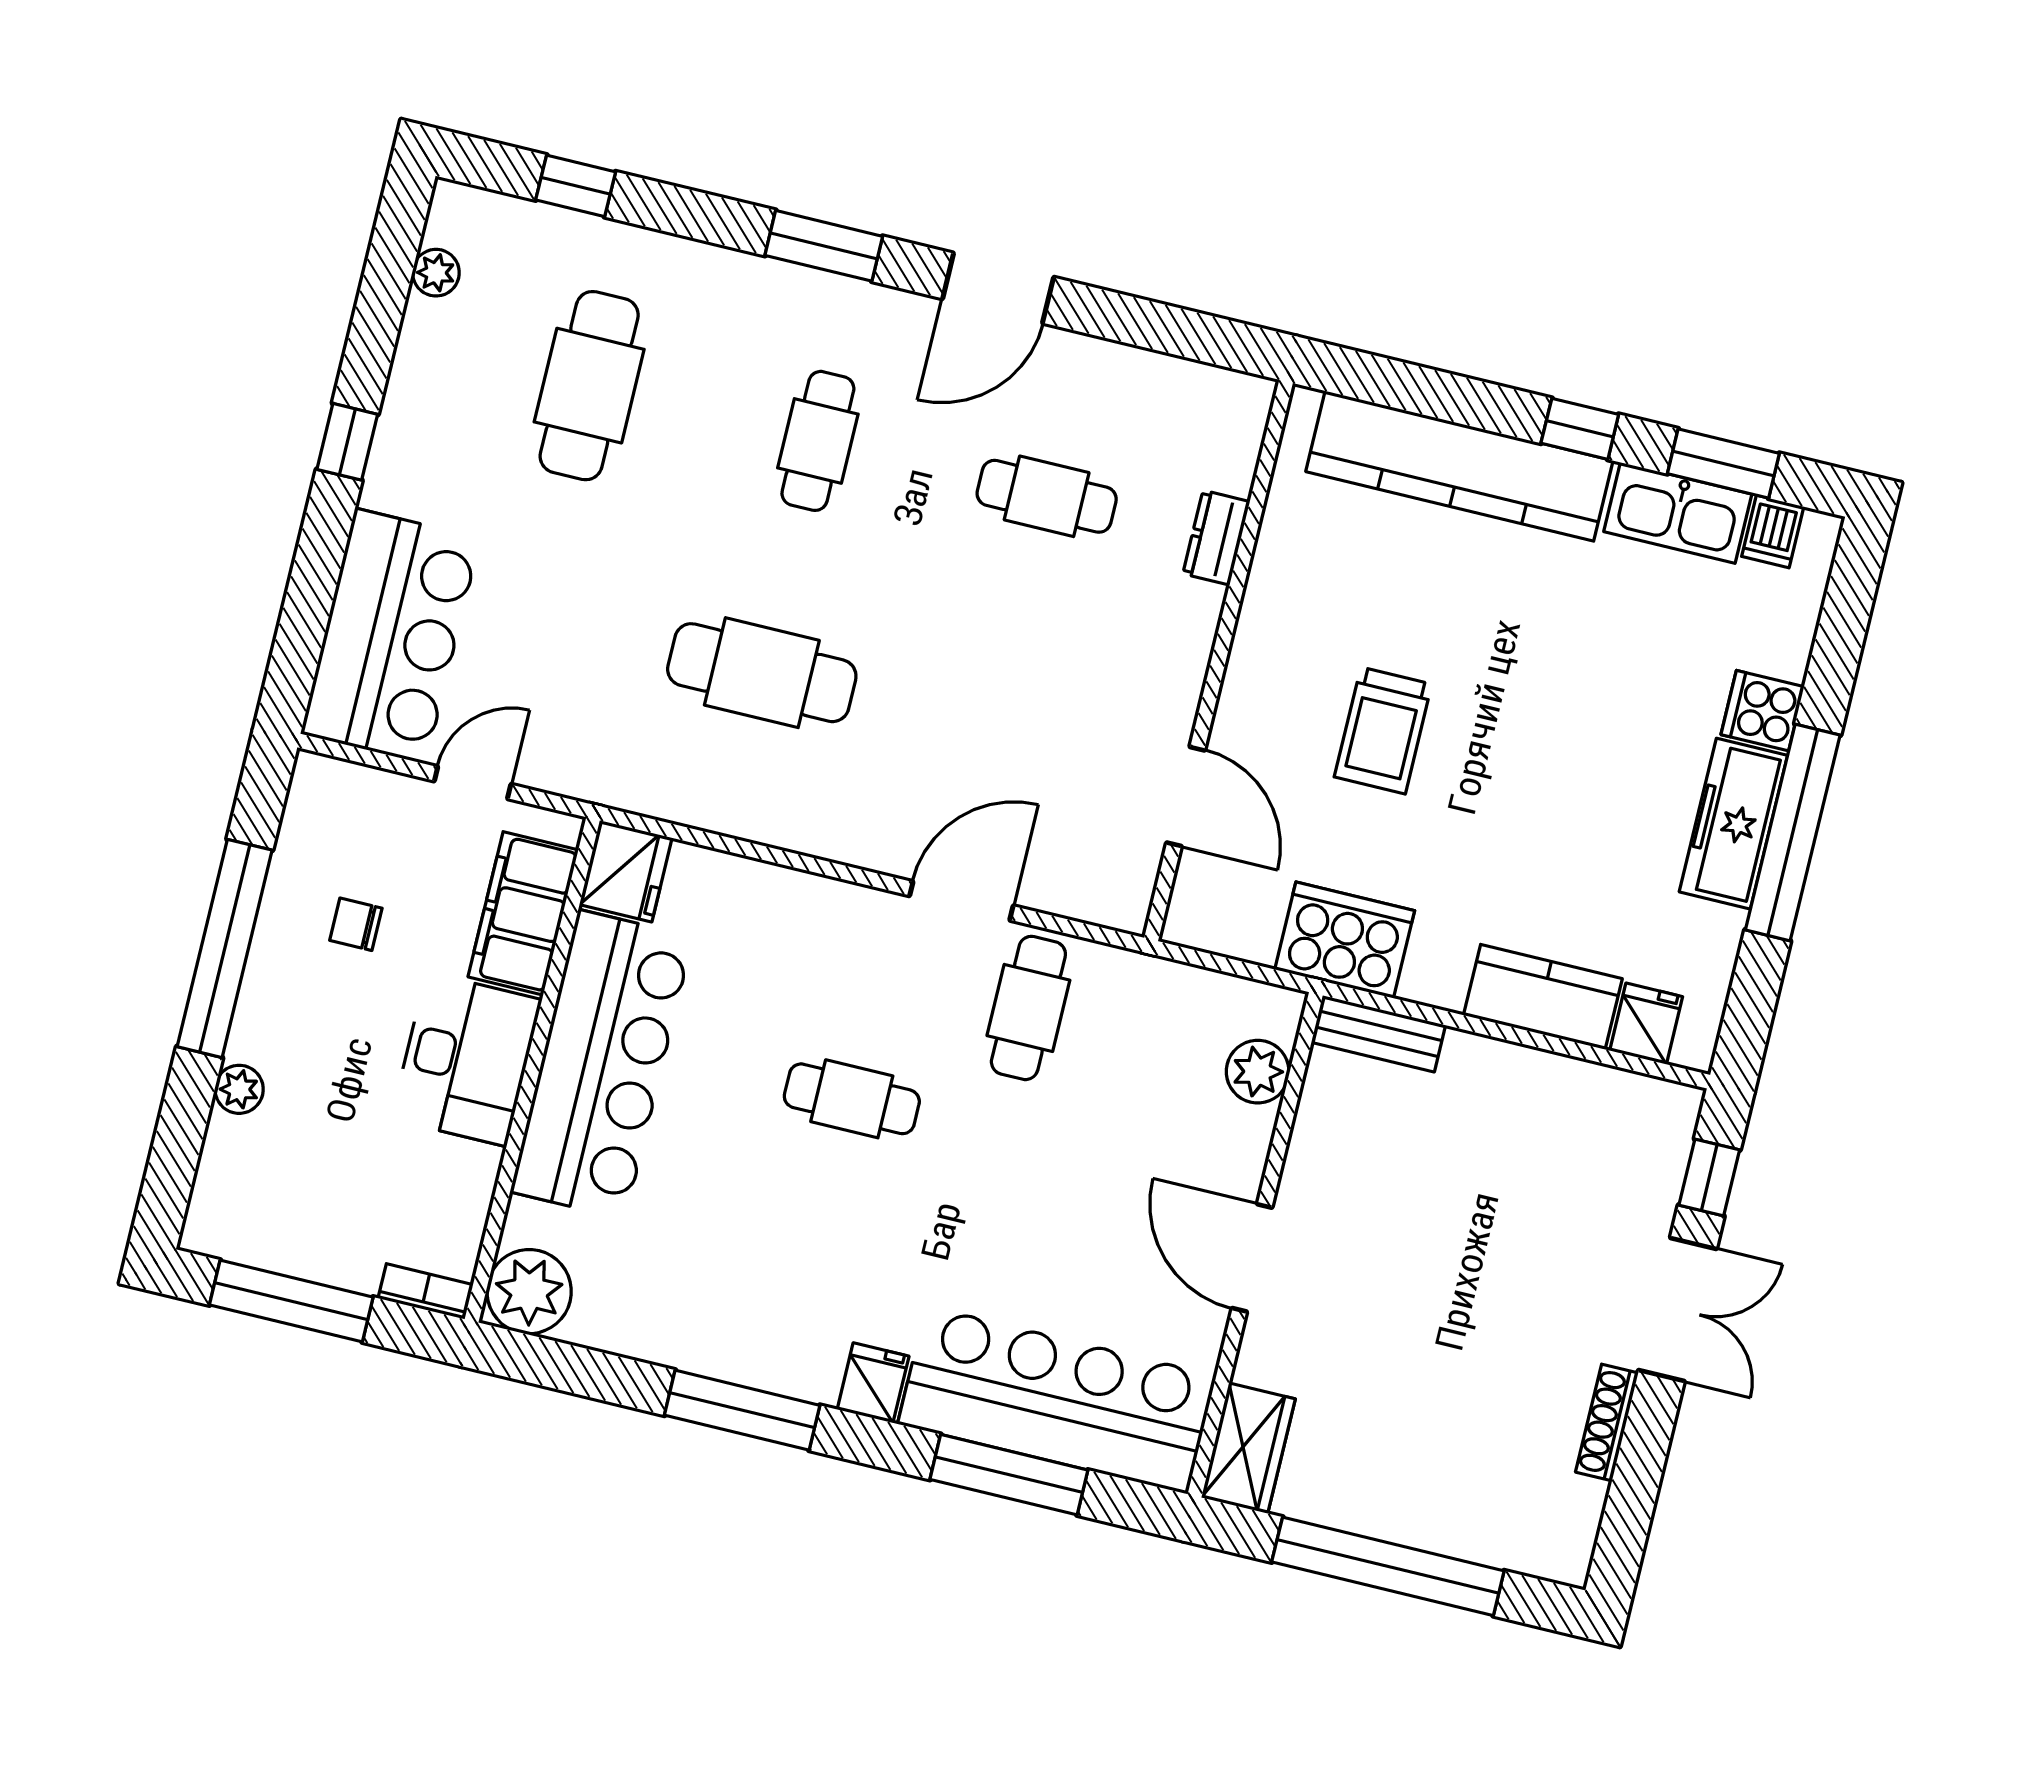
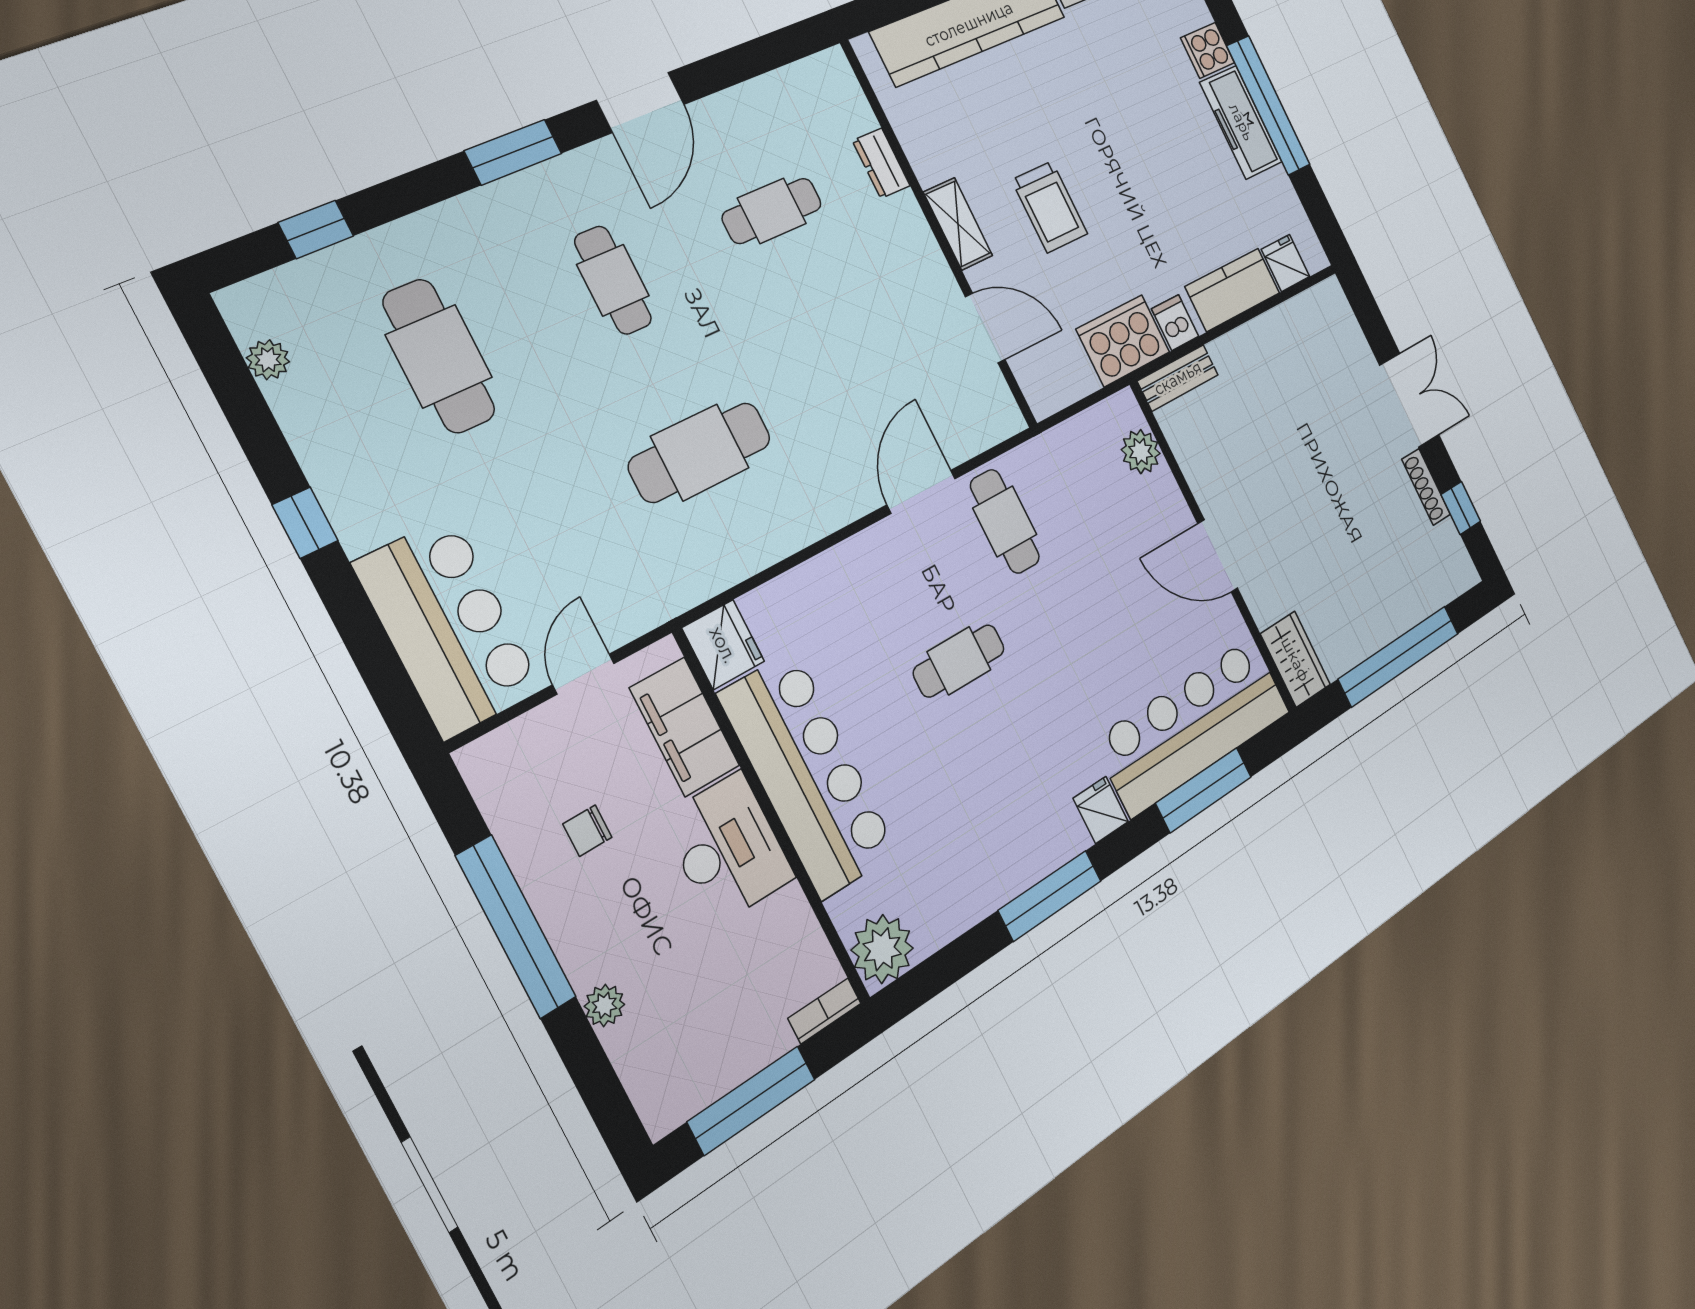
shelving: (1252, 666) -> (958, 224), added
dishwasher: (1431, 973) -> (1175, 323), added
window: (1709, 1178) -> (1461, 508), moved

